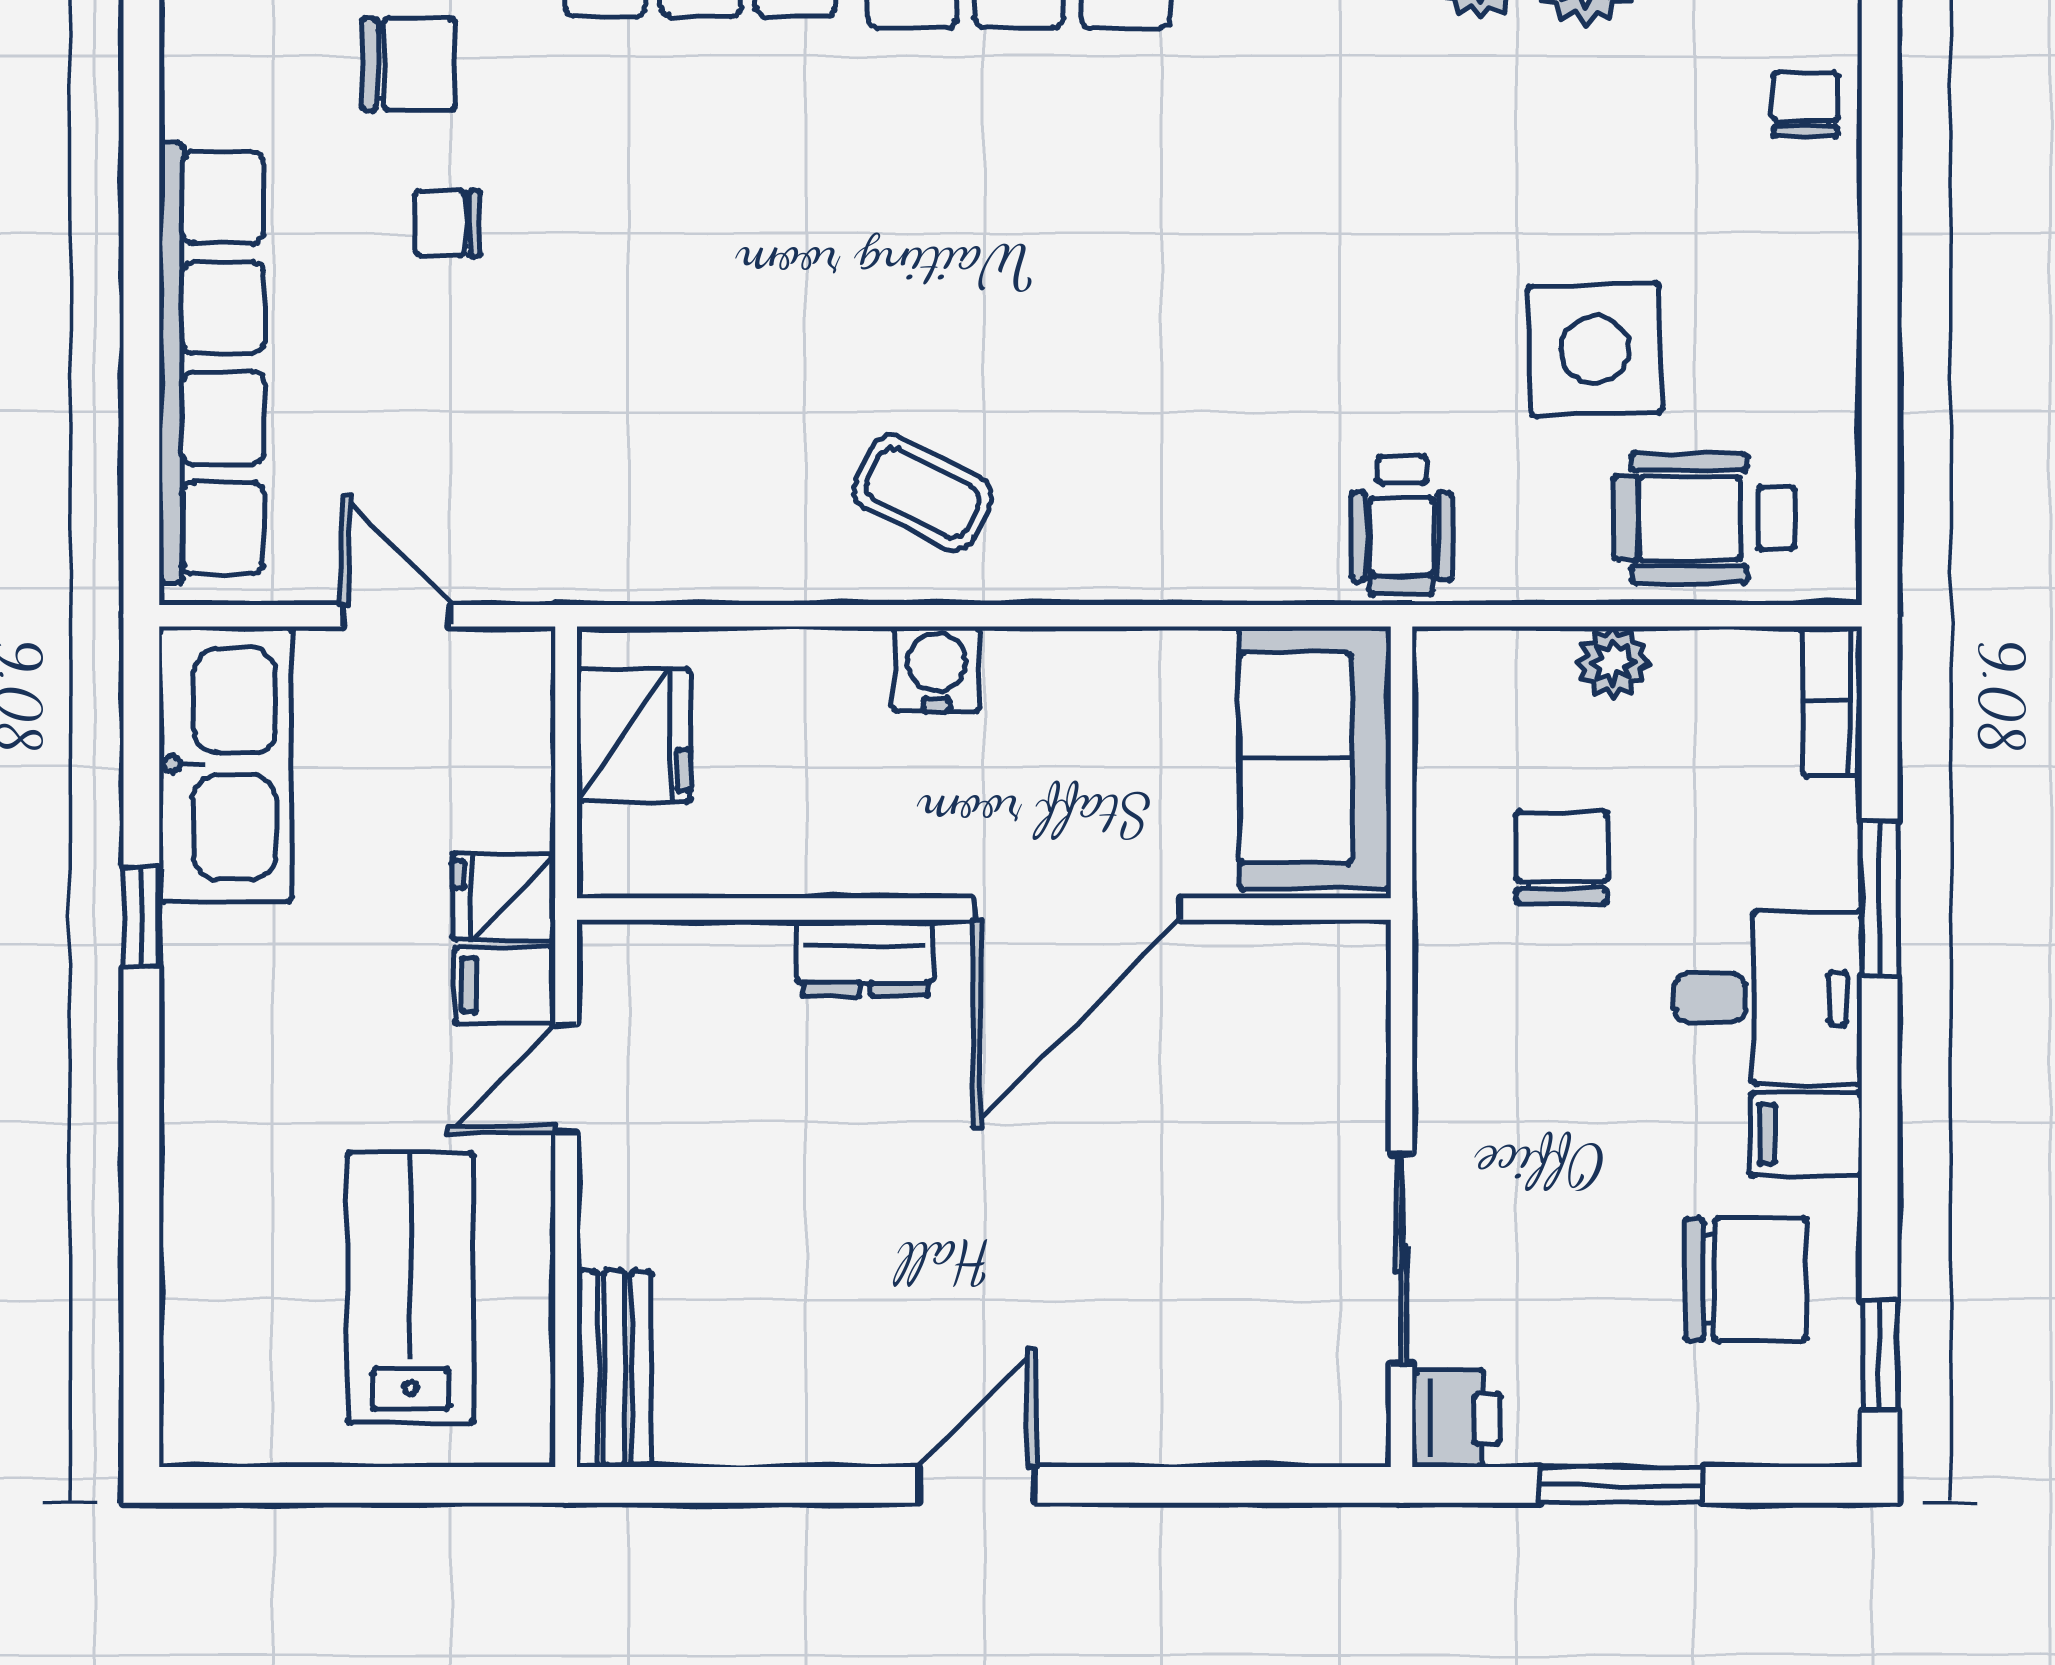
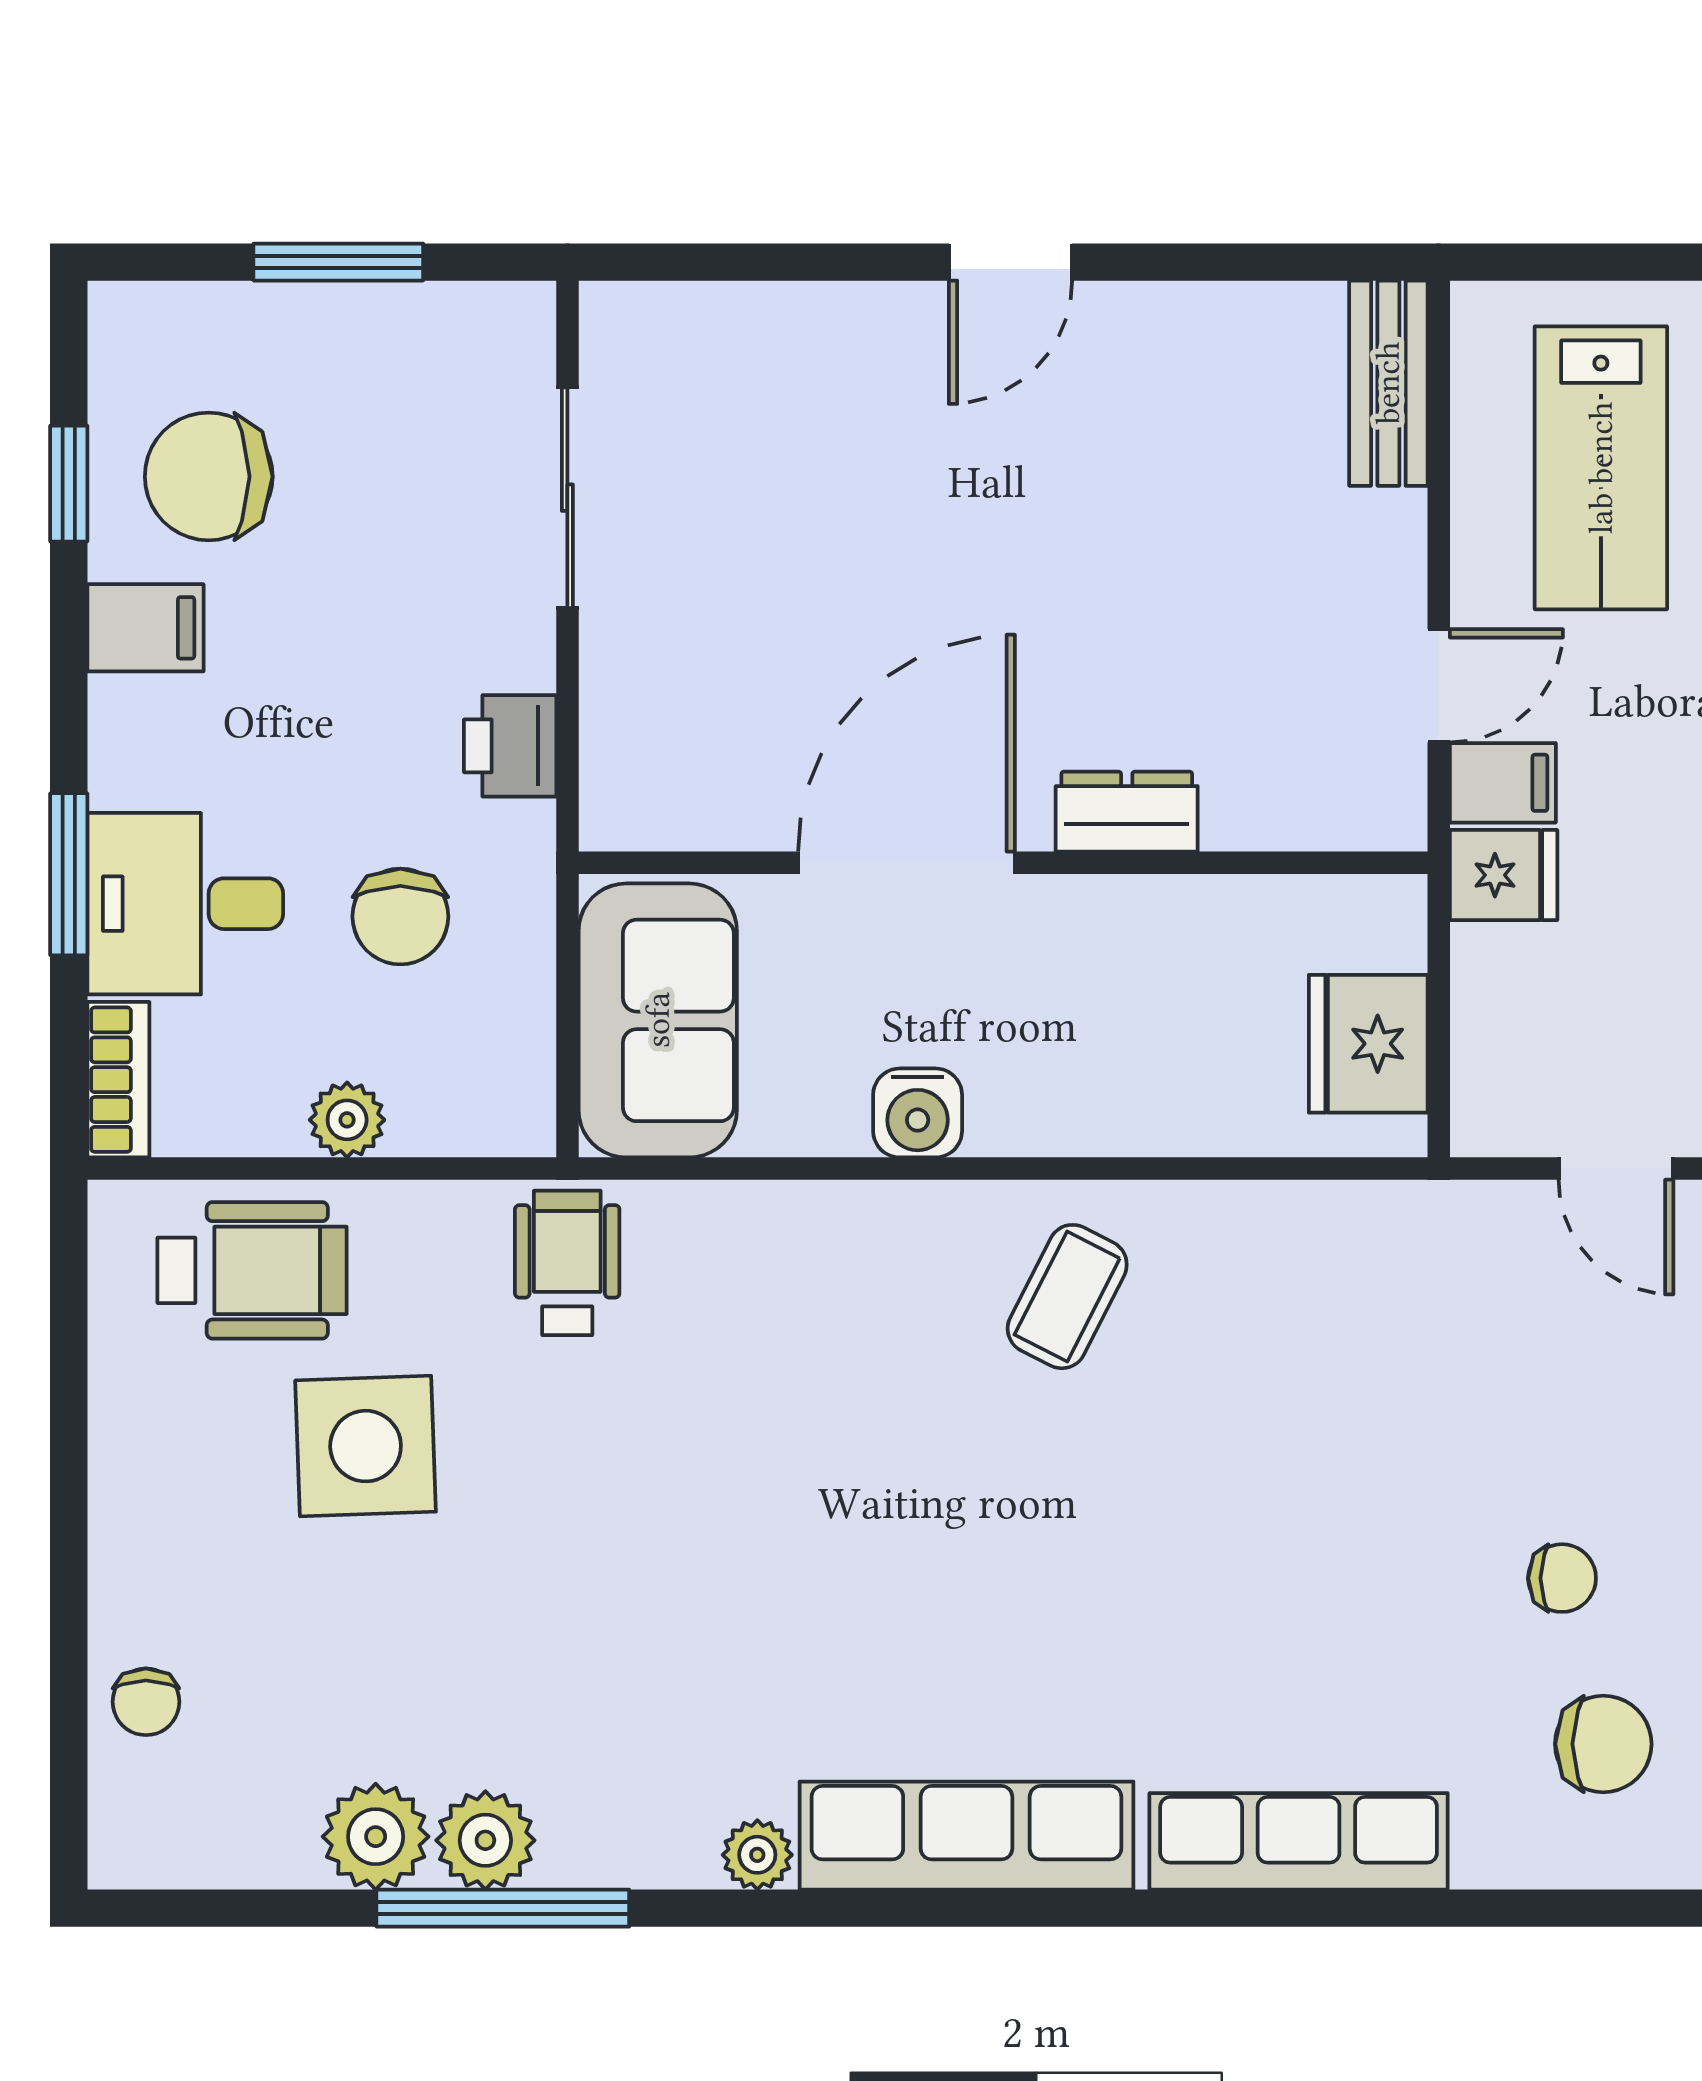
chair: (408, 64) -> (1603, 1744), turned 180
coffee table: (922, 493) -> (1067, 1297), turned 90
water cooler: (937, 669) -> (918, 1113), moved
desk: (1768, 998) -> (185, 904), moved
window: (1880, 1355) -> (69, 484), moved
printer: (1456, 1418) -> (510, 746), moved

